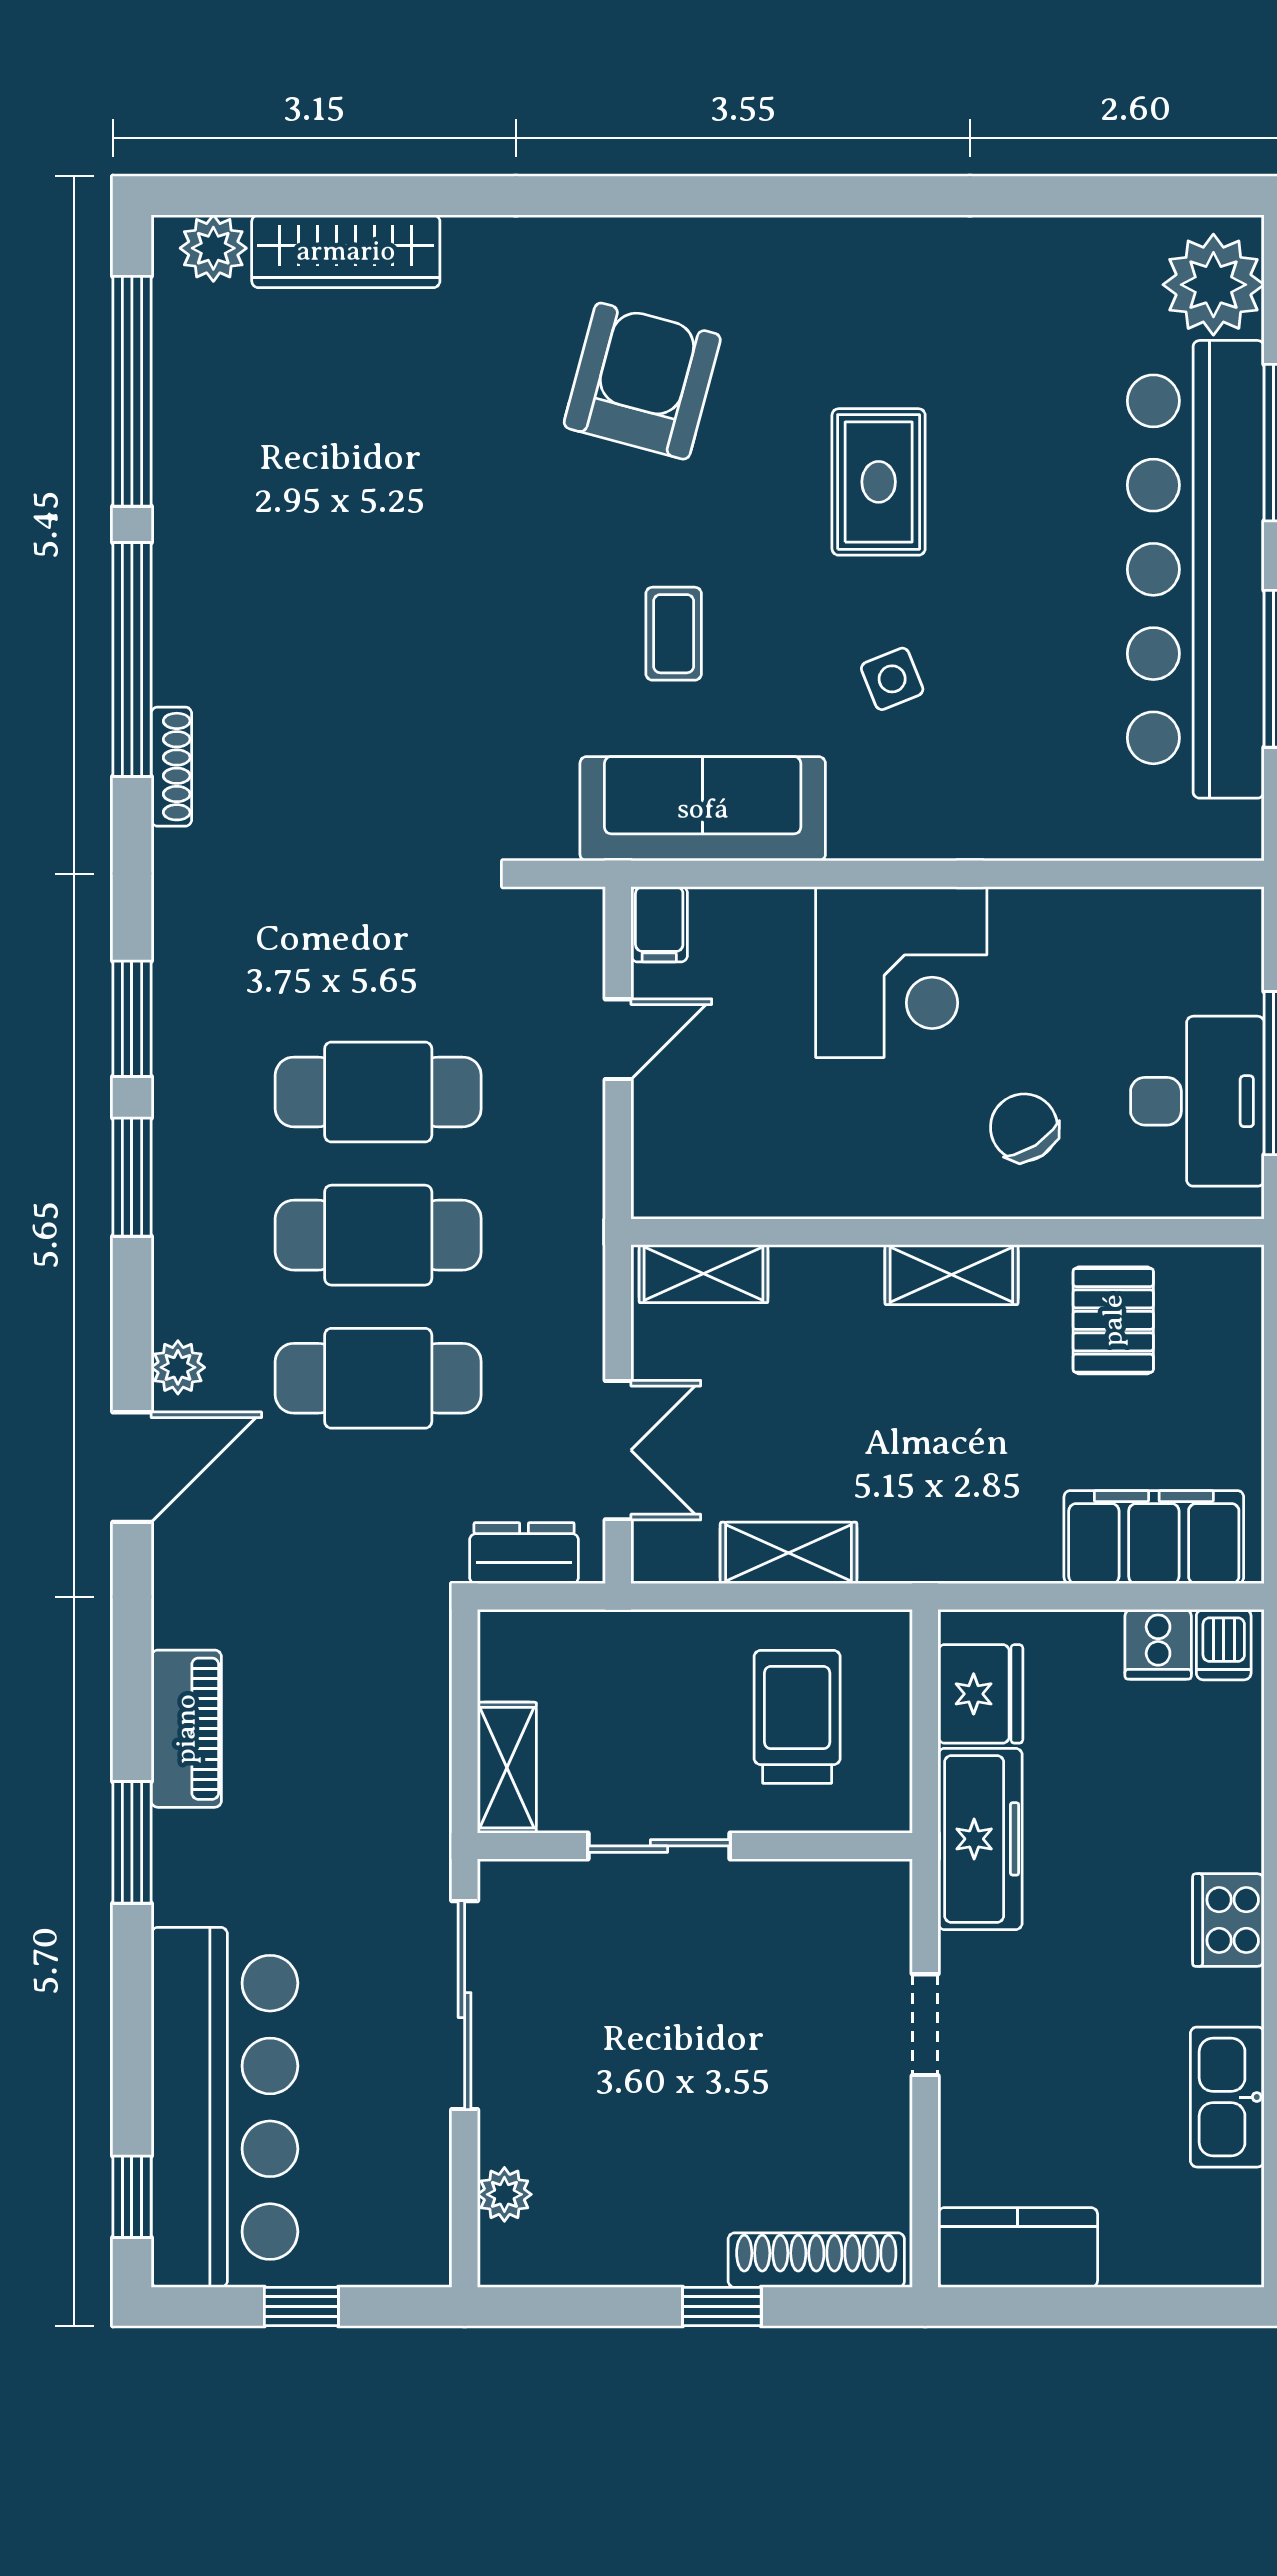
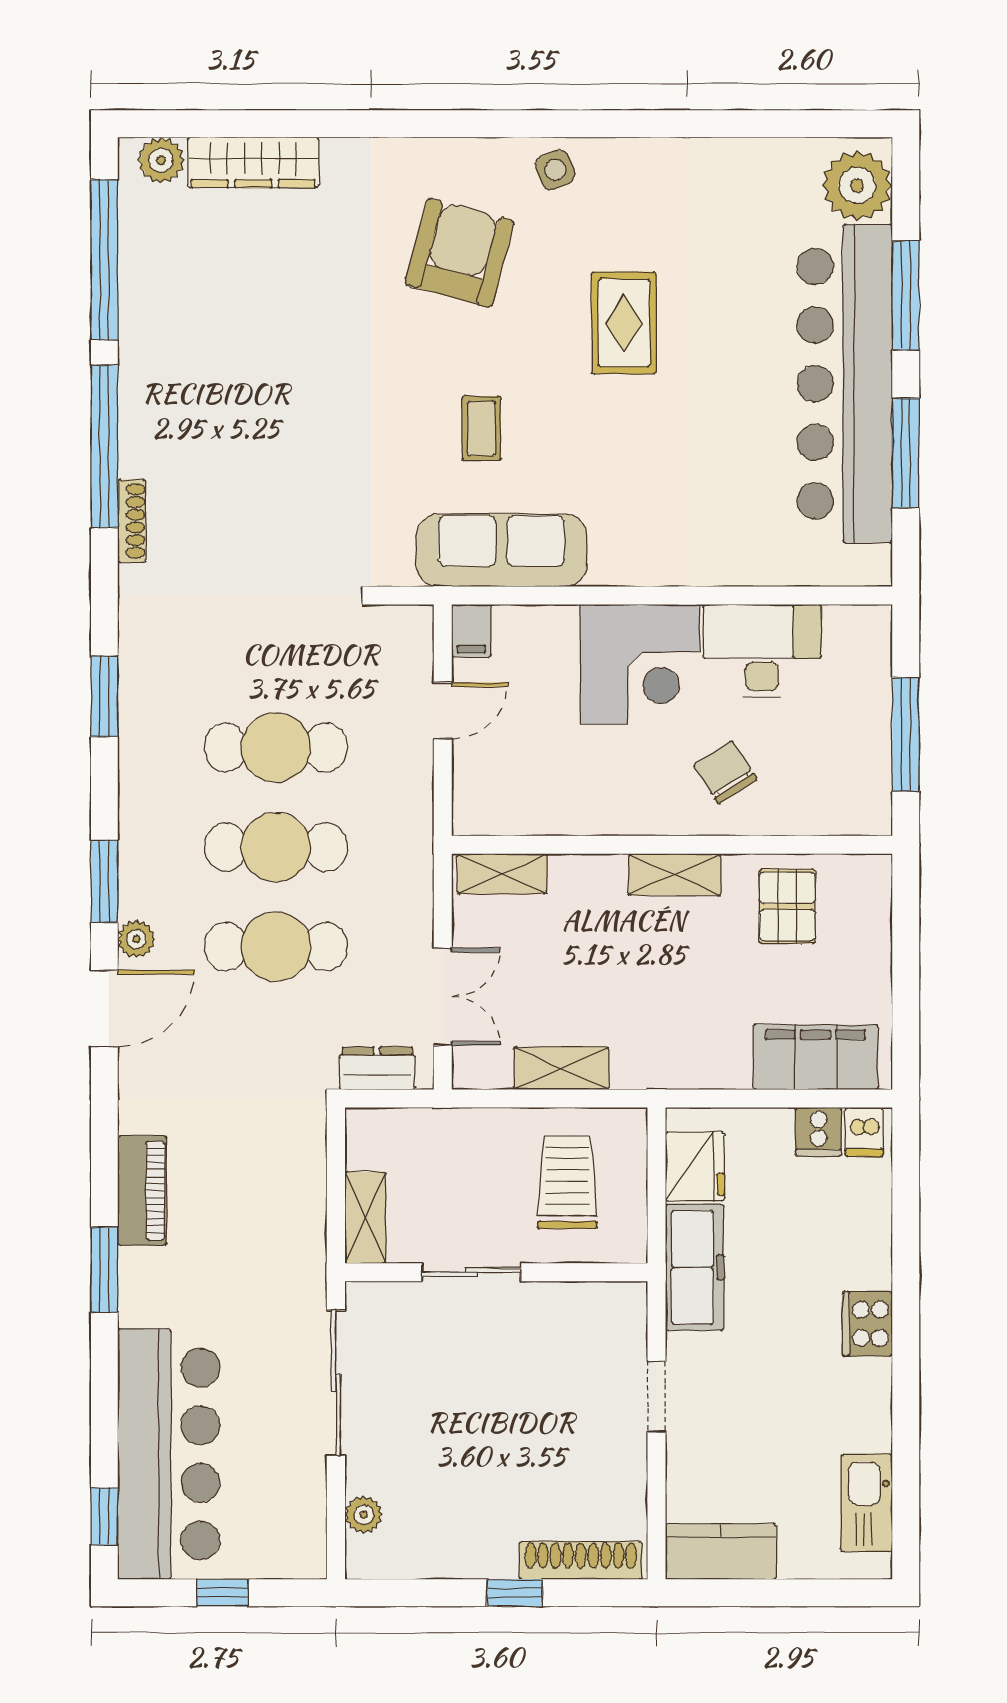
side table: (892, 679) -> (555, 170), moved
desk: (1197, 1101) -> (762, 651), moved, turned -90
window: (132, 1177) -> (104, 881), moved
kitchen sink: (1227, 2097) -> (867, 1503), moved

